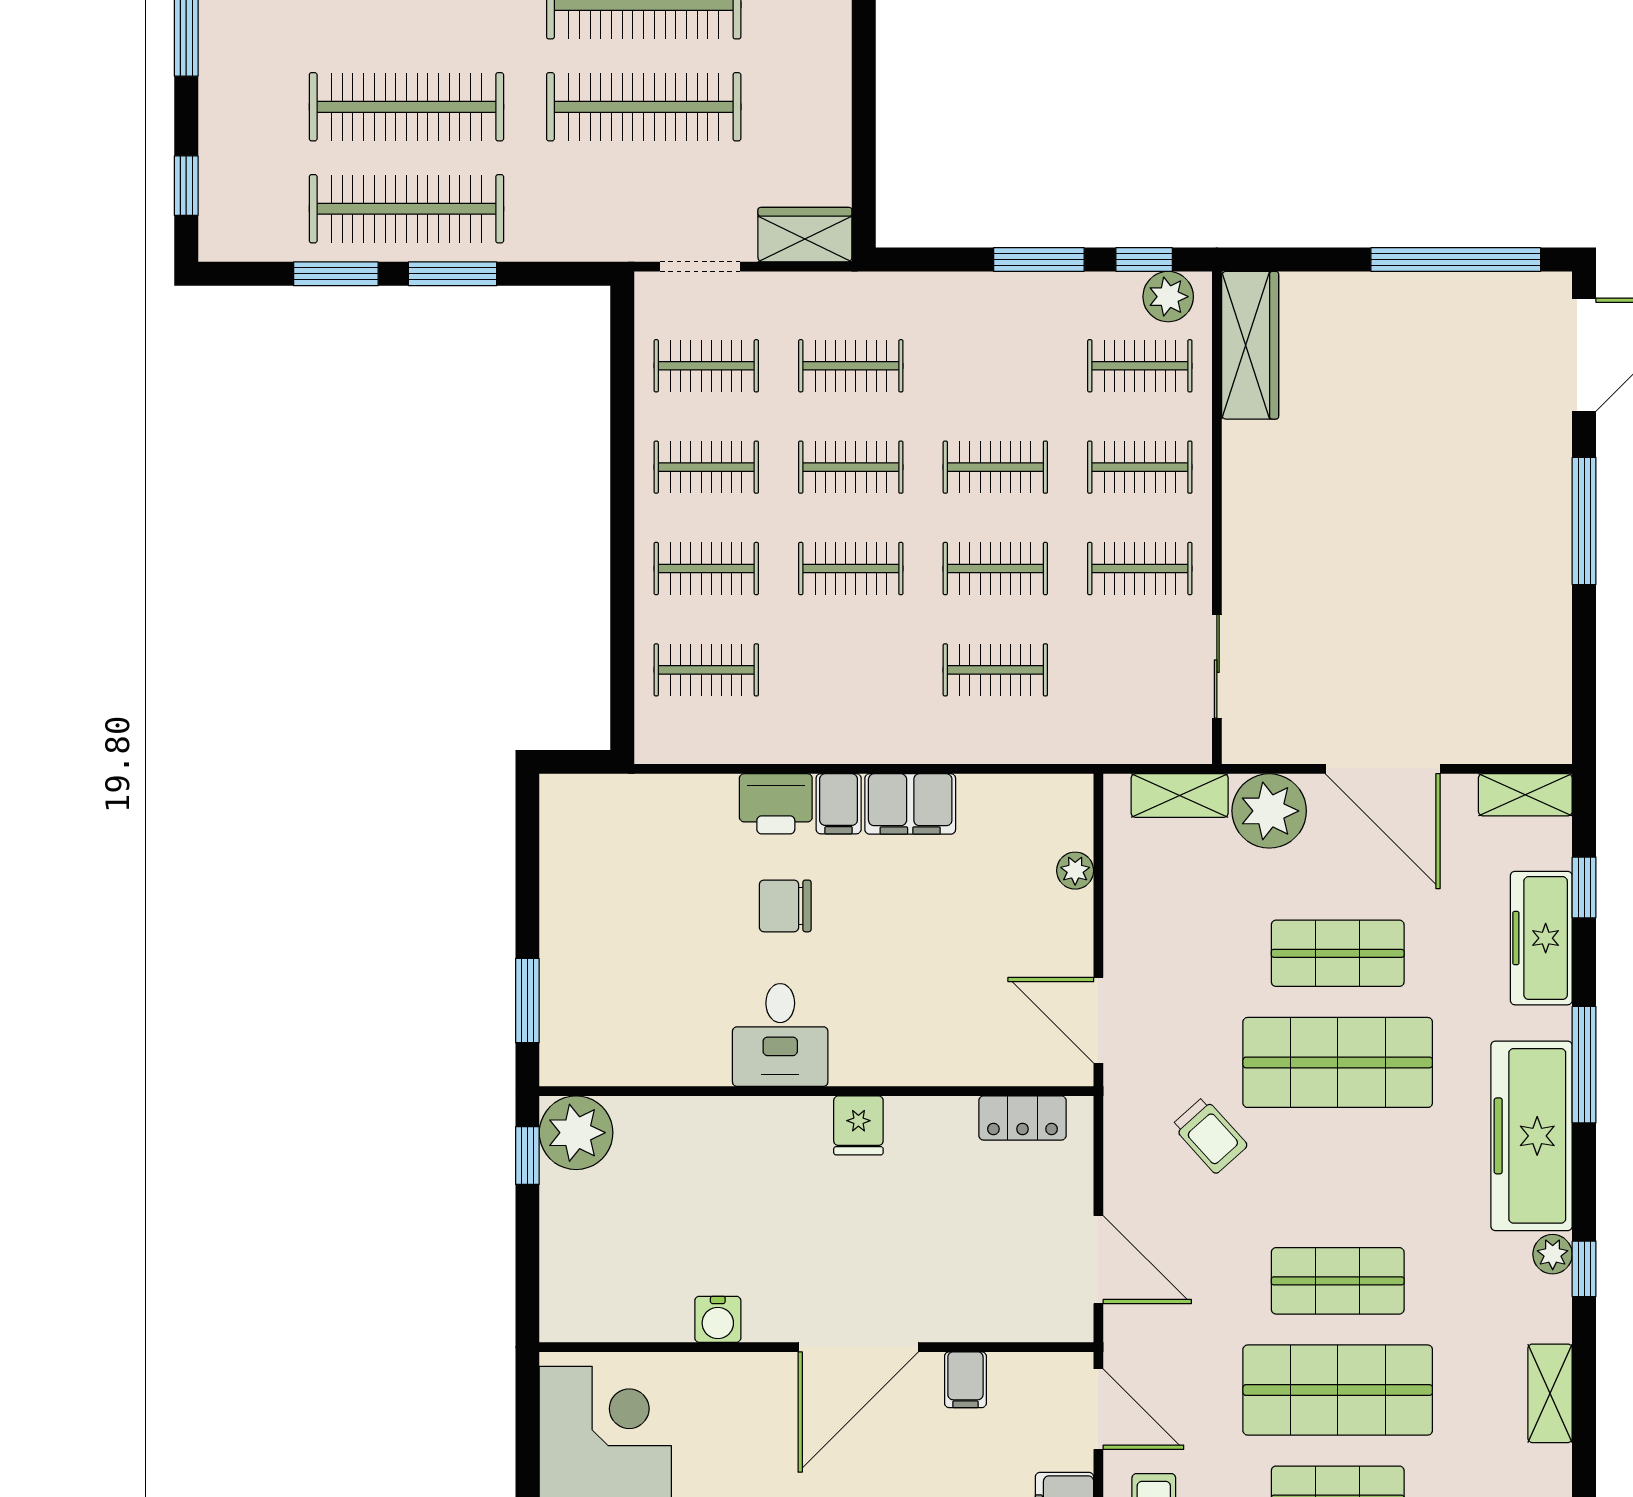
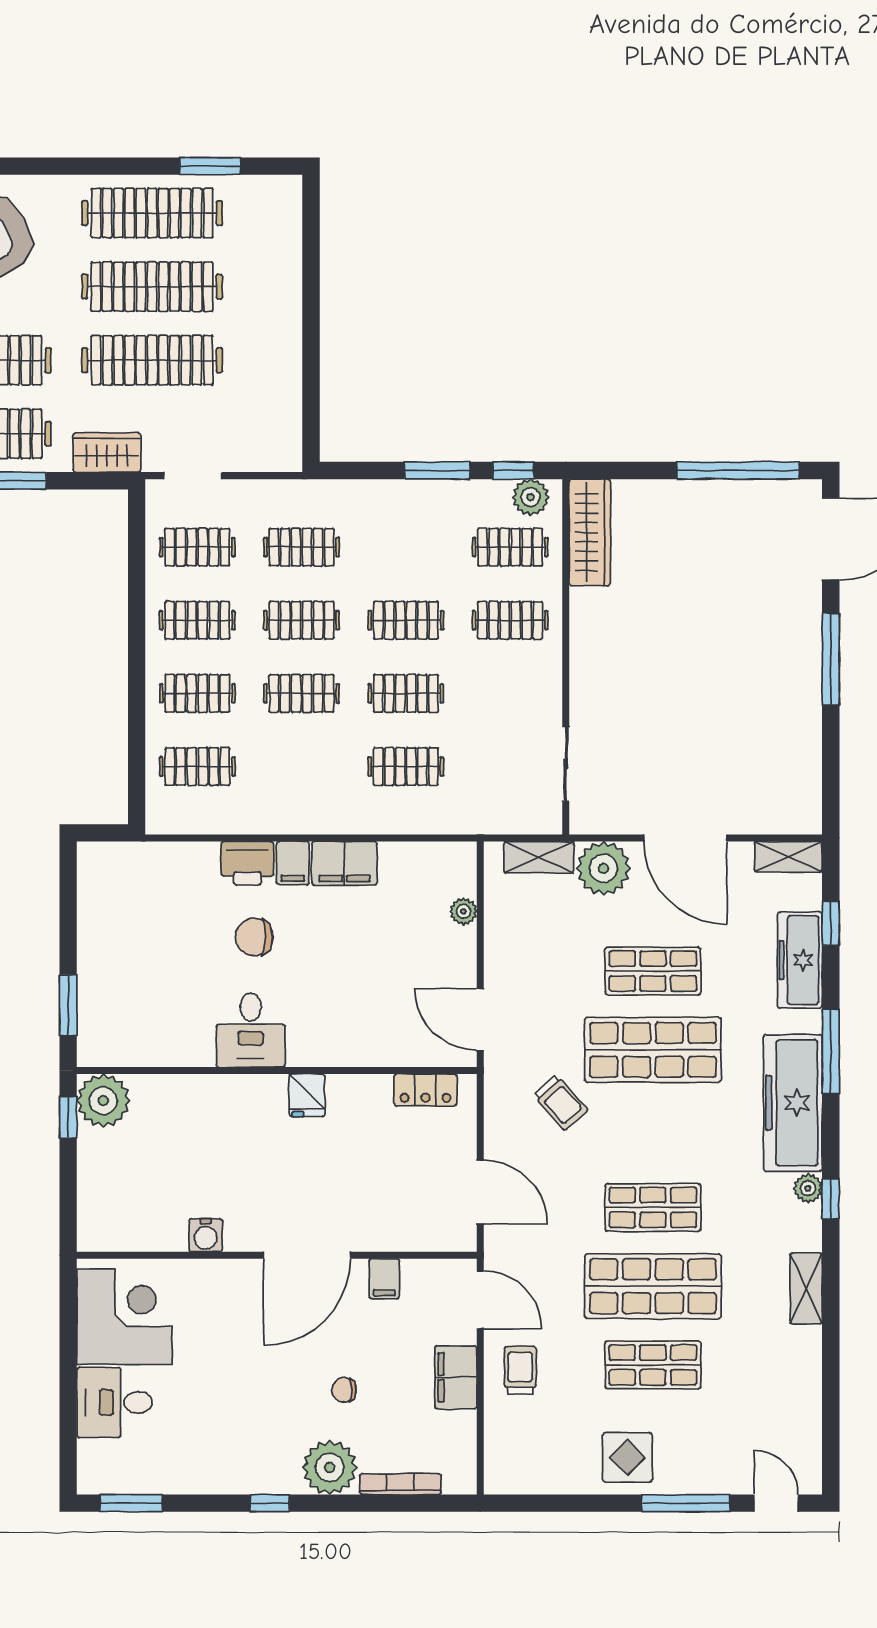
wardrobe: (805, 235) -> (107, 452), moved
clothes rail: (1140, 569) -> (510, 693), removed

